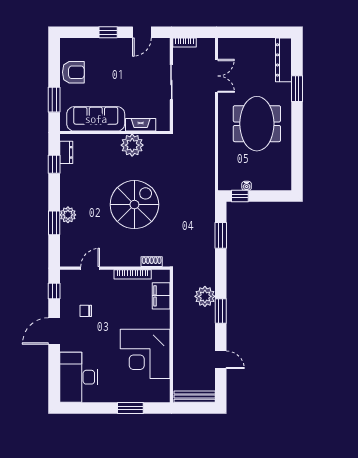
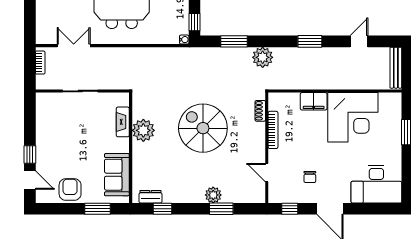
door: (142, 32) -> (30, 180), moved
bookcase: (184, 43) -> (40, 63), moved
sofa: (96, 119) -> (117, 175), width x0.73
water cooler: (247, 186) -> (184, 40), moved
filing cabinet: (161, 296) -> (314, 101), moved
plant: (205, 296) -> (263, 57), moved

